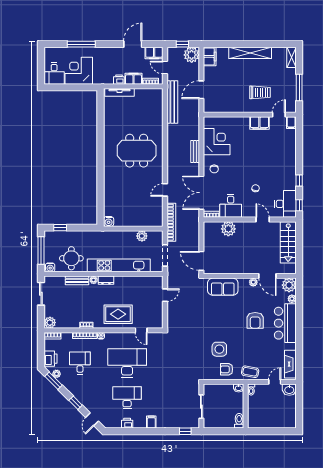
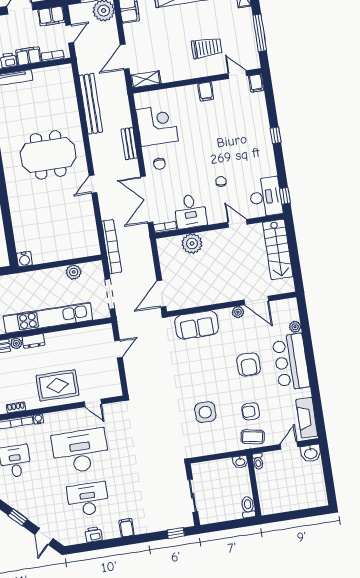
door: (165, 68) -> (70, 34), swing flipped
bench: (172, 102) -> (91, 104), moved
shelving: (214, 108) -> (146, 79), added
door: (279, 115) -> (237, 75), hinge flipped
filing cabinet: (259, 123) -> (206, 91), width x0.50
window: (299, 180) -> (276, 135), moved
door: (165, 190) -> (93, 184), moved
door: (201, 261) -> (161, 294), hinge flipped
plant: (289, 285) -> (288, 308), removed
armchair: (227, 369) -> (251, 411), moved

